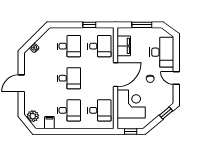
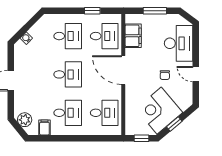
door: (115, 75) -> (123, 70), swing flipped
corner desk: (131, 104) -> (159, 111), moved, turned -130
window: (166, 113) -> (174, 124), moved

